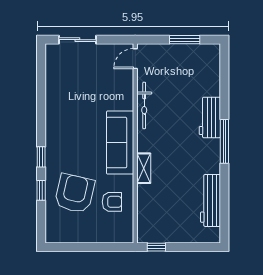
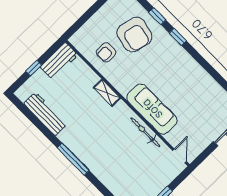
workbench: (210, 117) -> (59, 61), moved, turned 90
sofa: (120, 143) -> (152, 109), moved
window: (156, 247) -> (34, 68), moved

